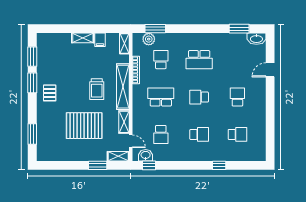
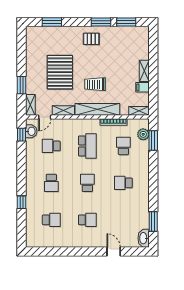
school desk: (161, 60) -> (123, 146), turned -90
school desk: (199, 60) -> (123, 183), width x0.54
school desk: (237, 134) -> (51, 220), turned -90

